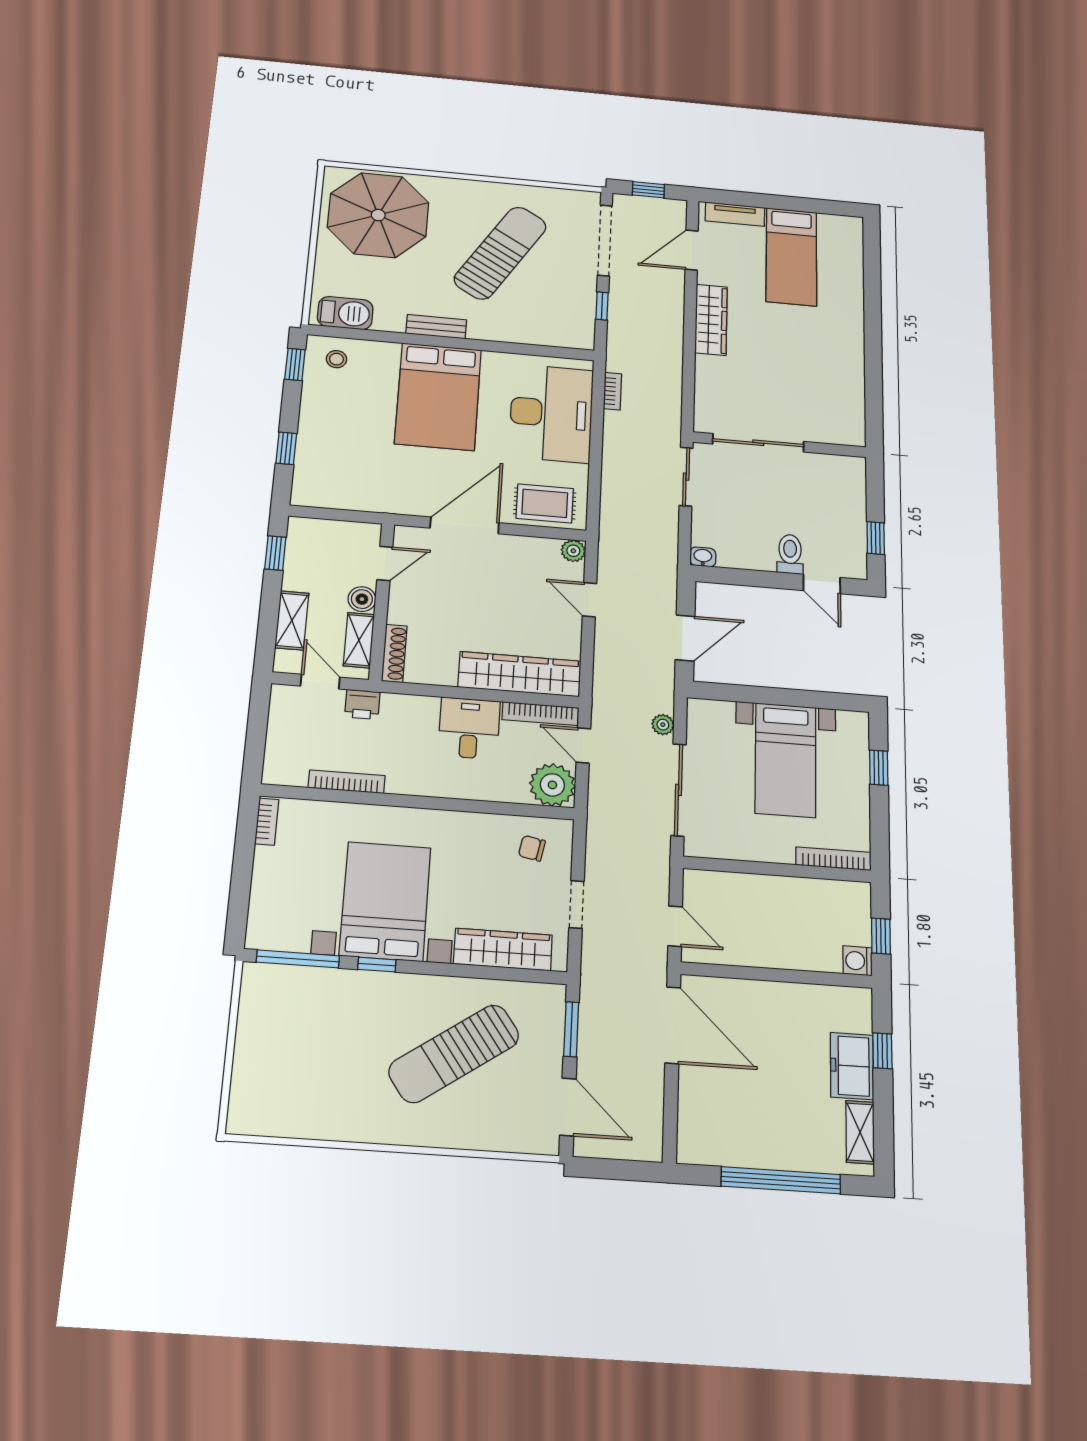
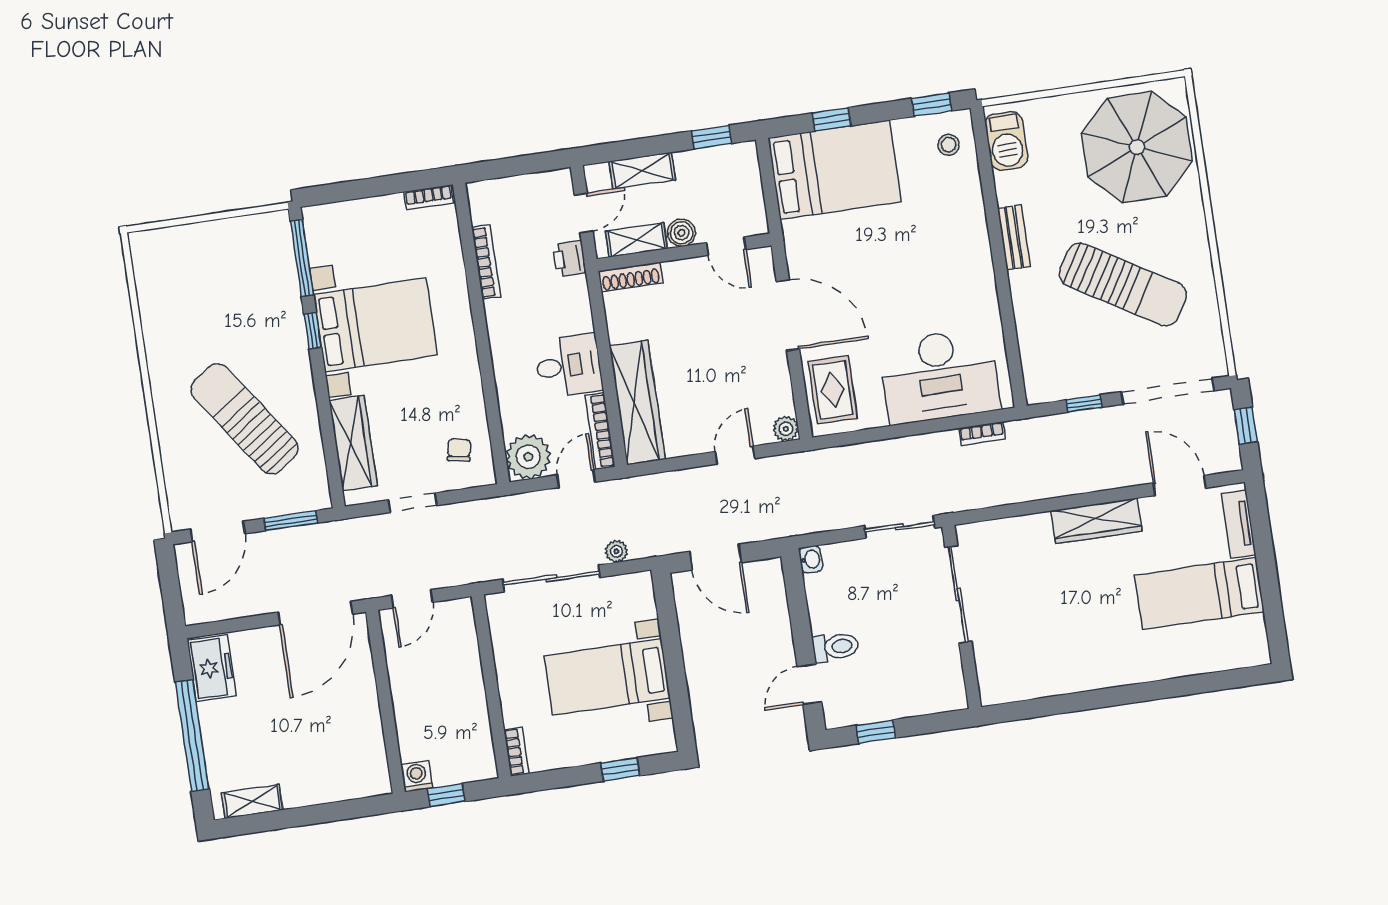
bed: (438, 396) -> (835, 170), moved, turned 180
bookcase: (833, 859) -> (517, 752), width x0.64
window: (882, 1051) -> (334, 812), removed
freezer: (852, 1066) -> (212, 668), moved, turned 90

